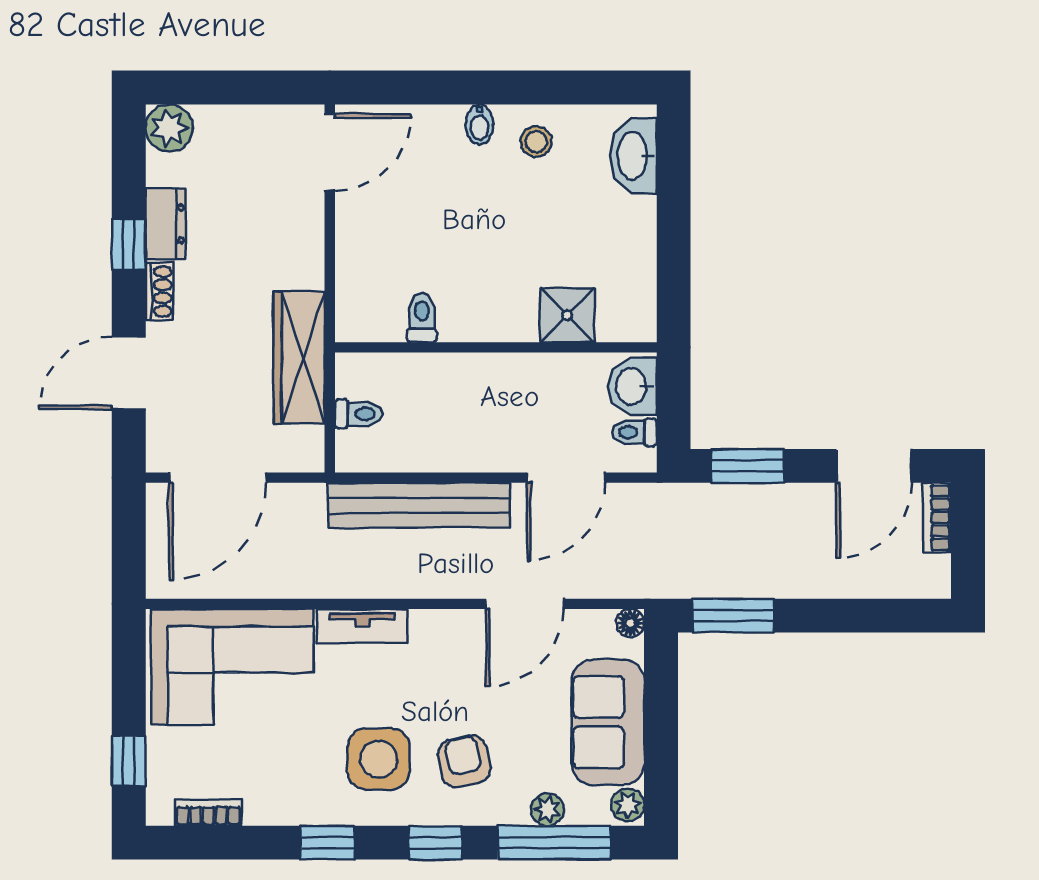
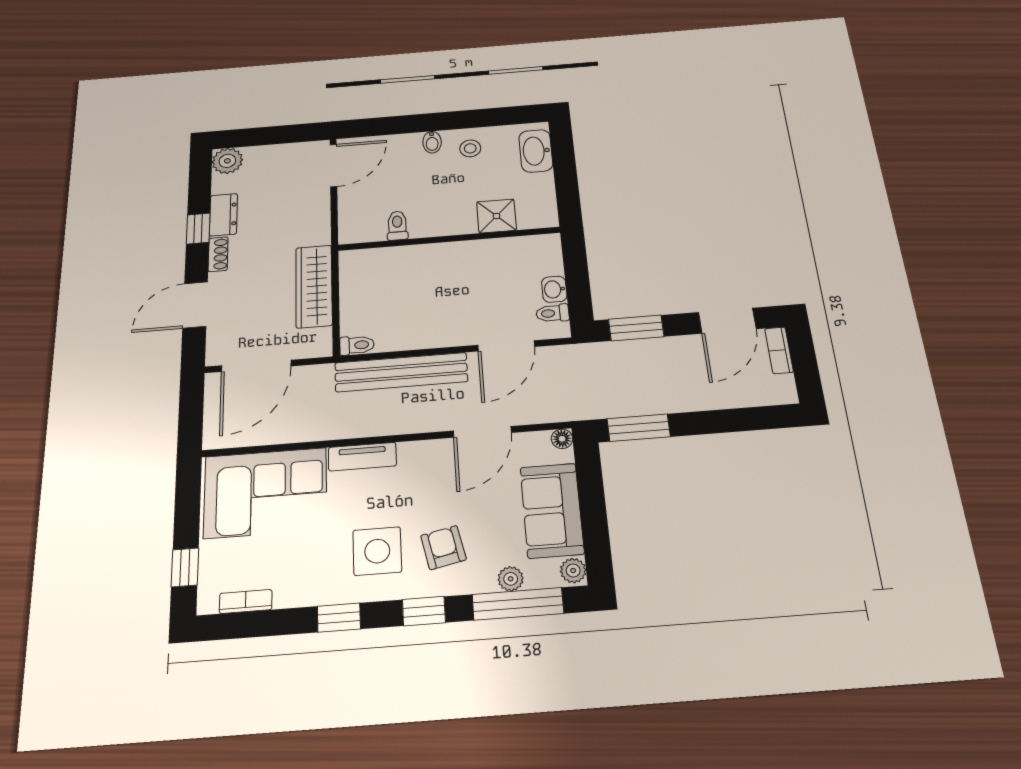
shower: (567, 315) -> (496, 216), moved
toilet: (422, 318) -> (397, 226), moved
wall: (496, 347) -> (449, 239), moved
washbasin: (633, 386) -> (554, 289), width x0.72, depth x0.69
toilet: (359, 414) -> (357, 345), moved

